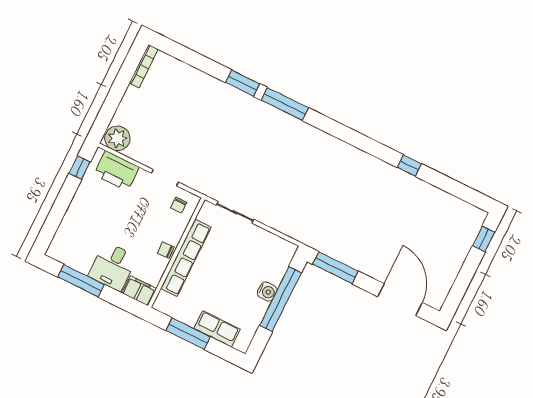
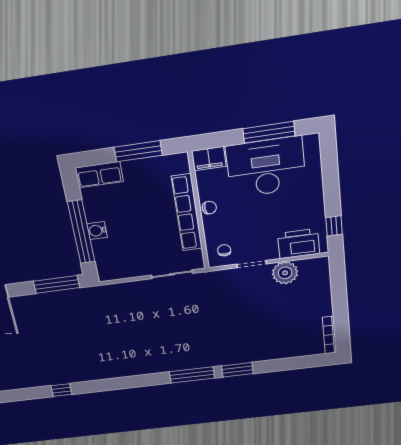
plant: (117, 138) -> (285, 273), moved
desk: (113, 266) -> (266, 167), width x1.87, depth x1.30
row of seats: (217, 329) -> (99, 175), moved

